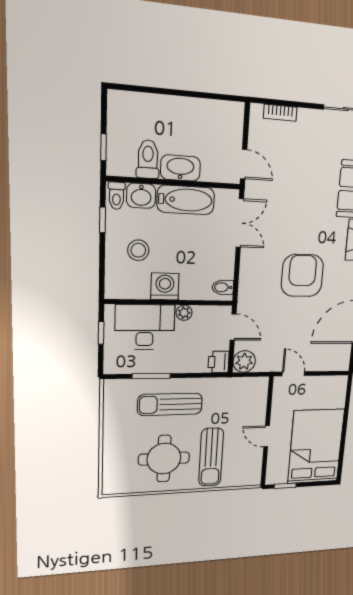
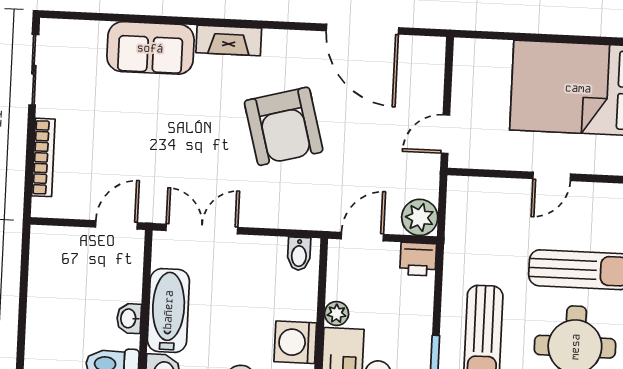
bookcase: (280, 113) -> (43, 157), width x1.56
washbasin: (180, 168) -> (129, 318), width x0.52, depth x0.69
armchair: (302, 276) -> (284, 126), turned -105

